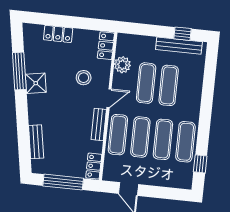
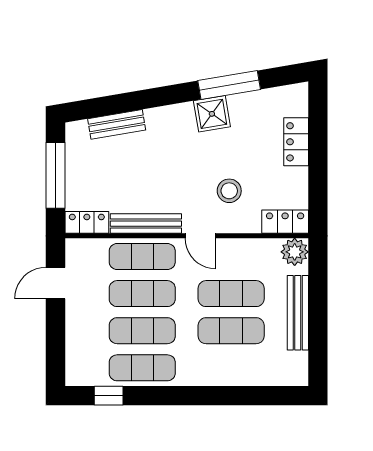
window: (183, 34) -> (318, 345), removed
bench: (179, 46) -> (298, 313), moved
plant: (122, 65) -> (295, 252), moved
bench: (99, 125) -> (146, 224), width x1.36

